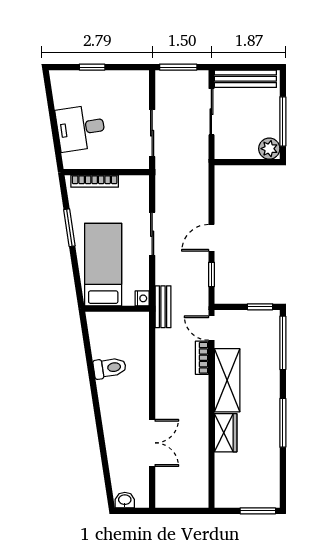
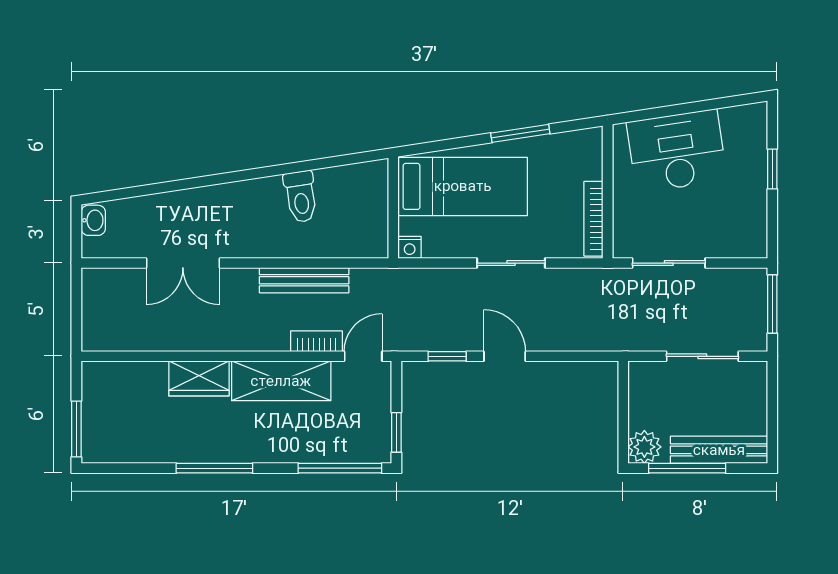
bench: (245, 79) -> (719, 450), moved, turned 90
desk: (81, 128) -> (677, 151), width x1.37
bookcase: (95, 181) -> (593, 219), moved
bench: (163, 307) -> (304, 280), moved, width x1.36

